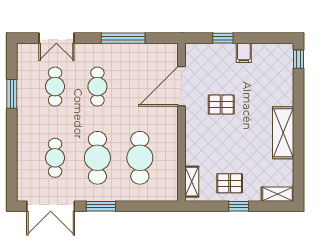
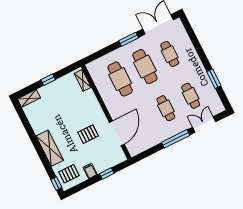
window: (123, 38) -> (176, 139), moved
shelving: (283, 133) -> (50, 148), moved
pallet: (230, 183) -> (69, 174), moved

